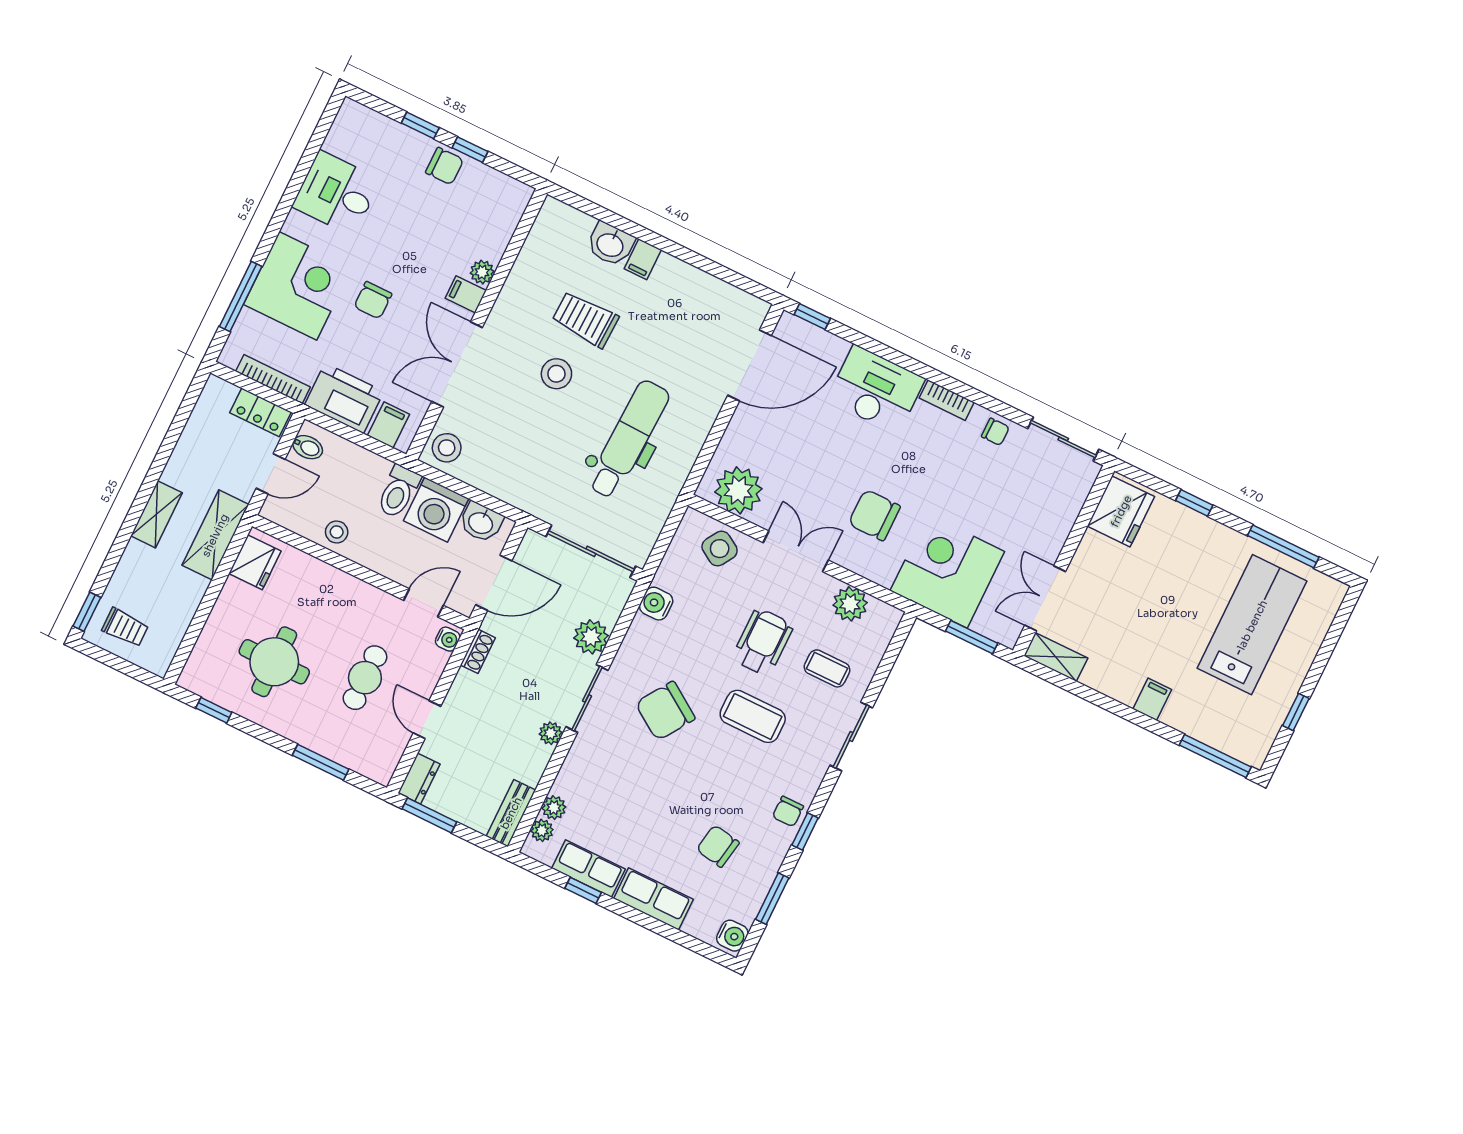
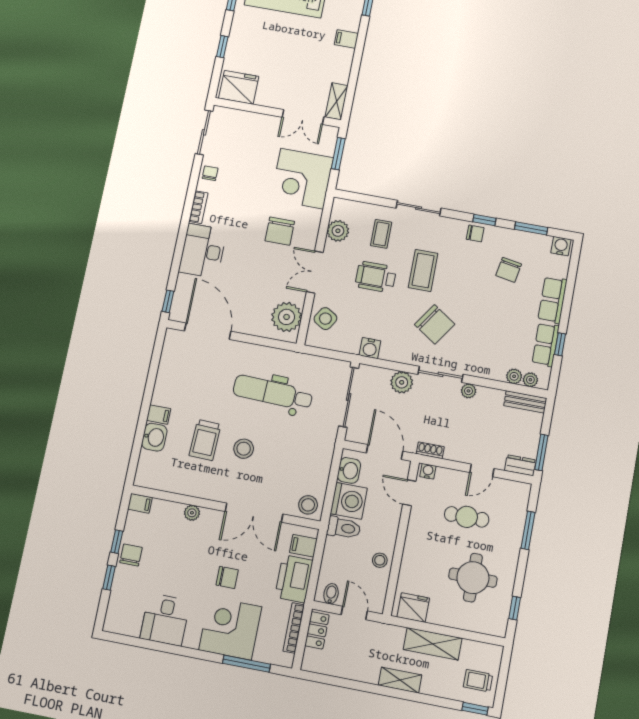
filing cabinet: (466, 294) -> (140, 503), moved, turned -90
shelving: (215, 535) -> (433, 644), moved
trolley: (125, 627) -> (478, 681), turned -90

